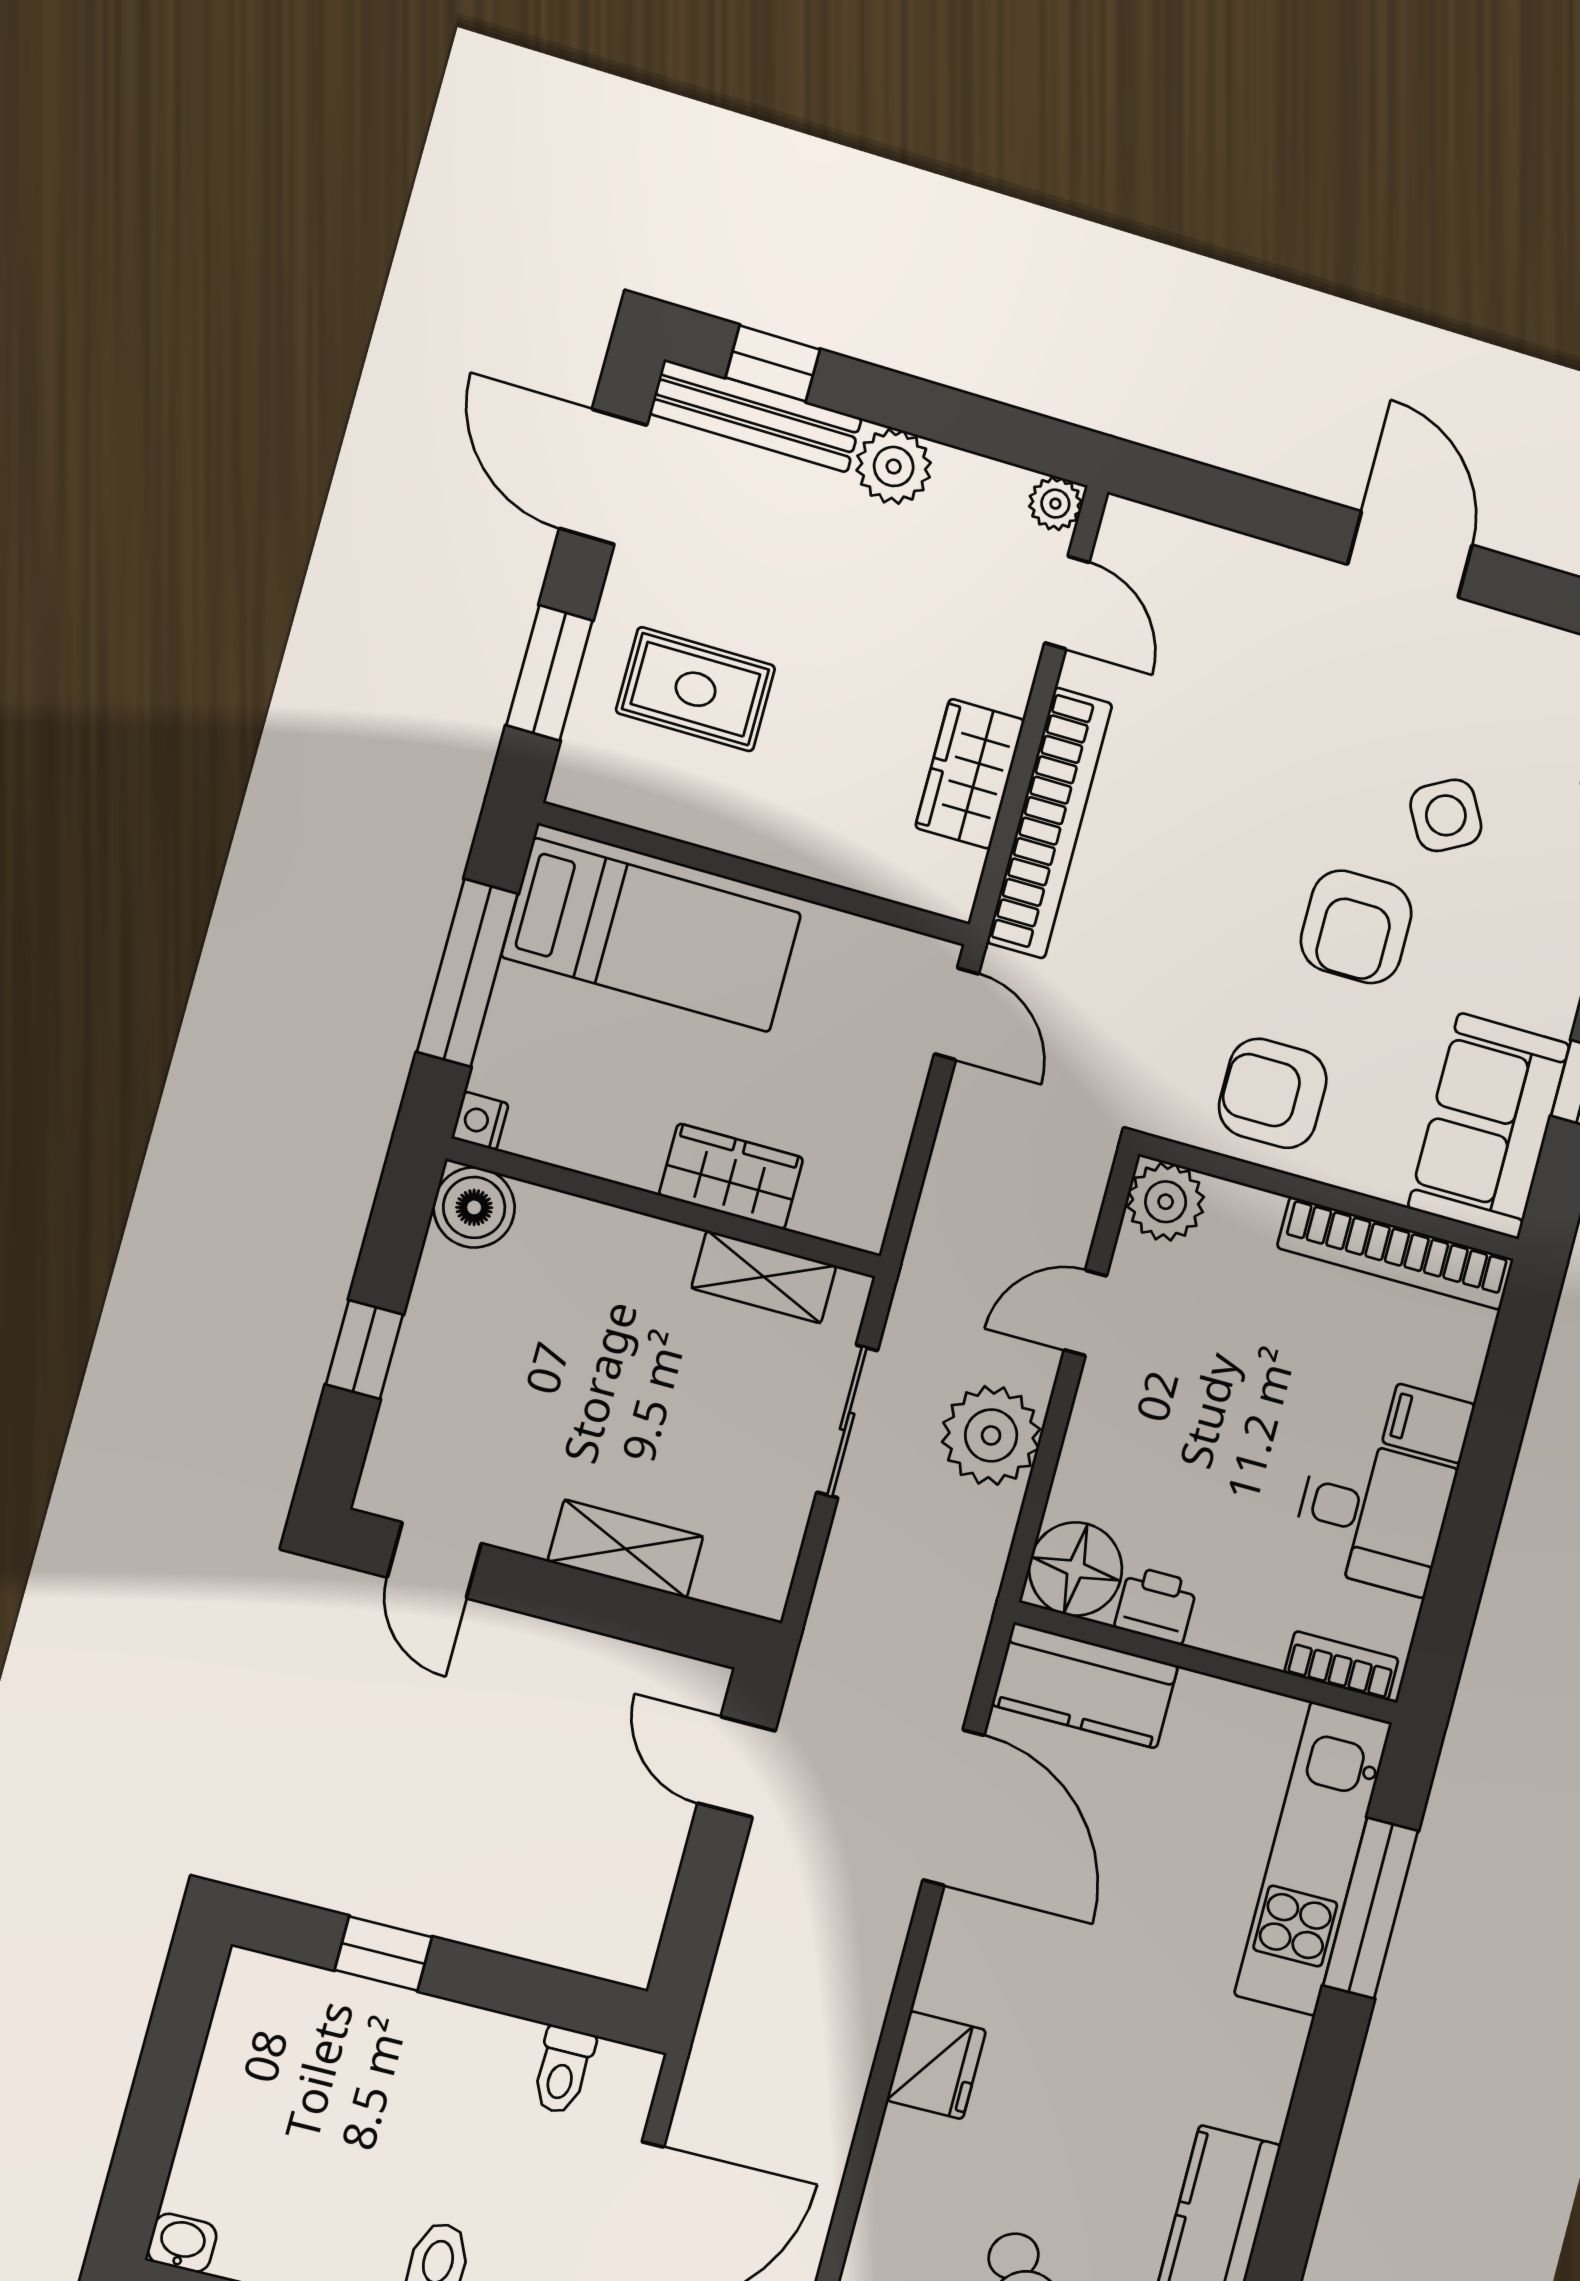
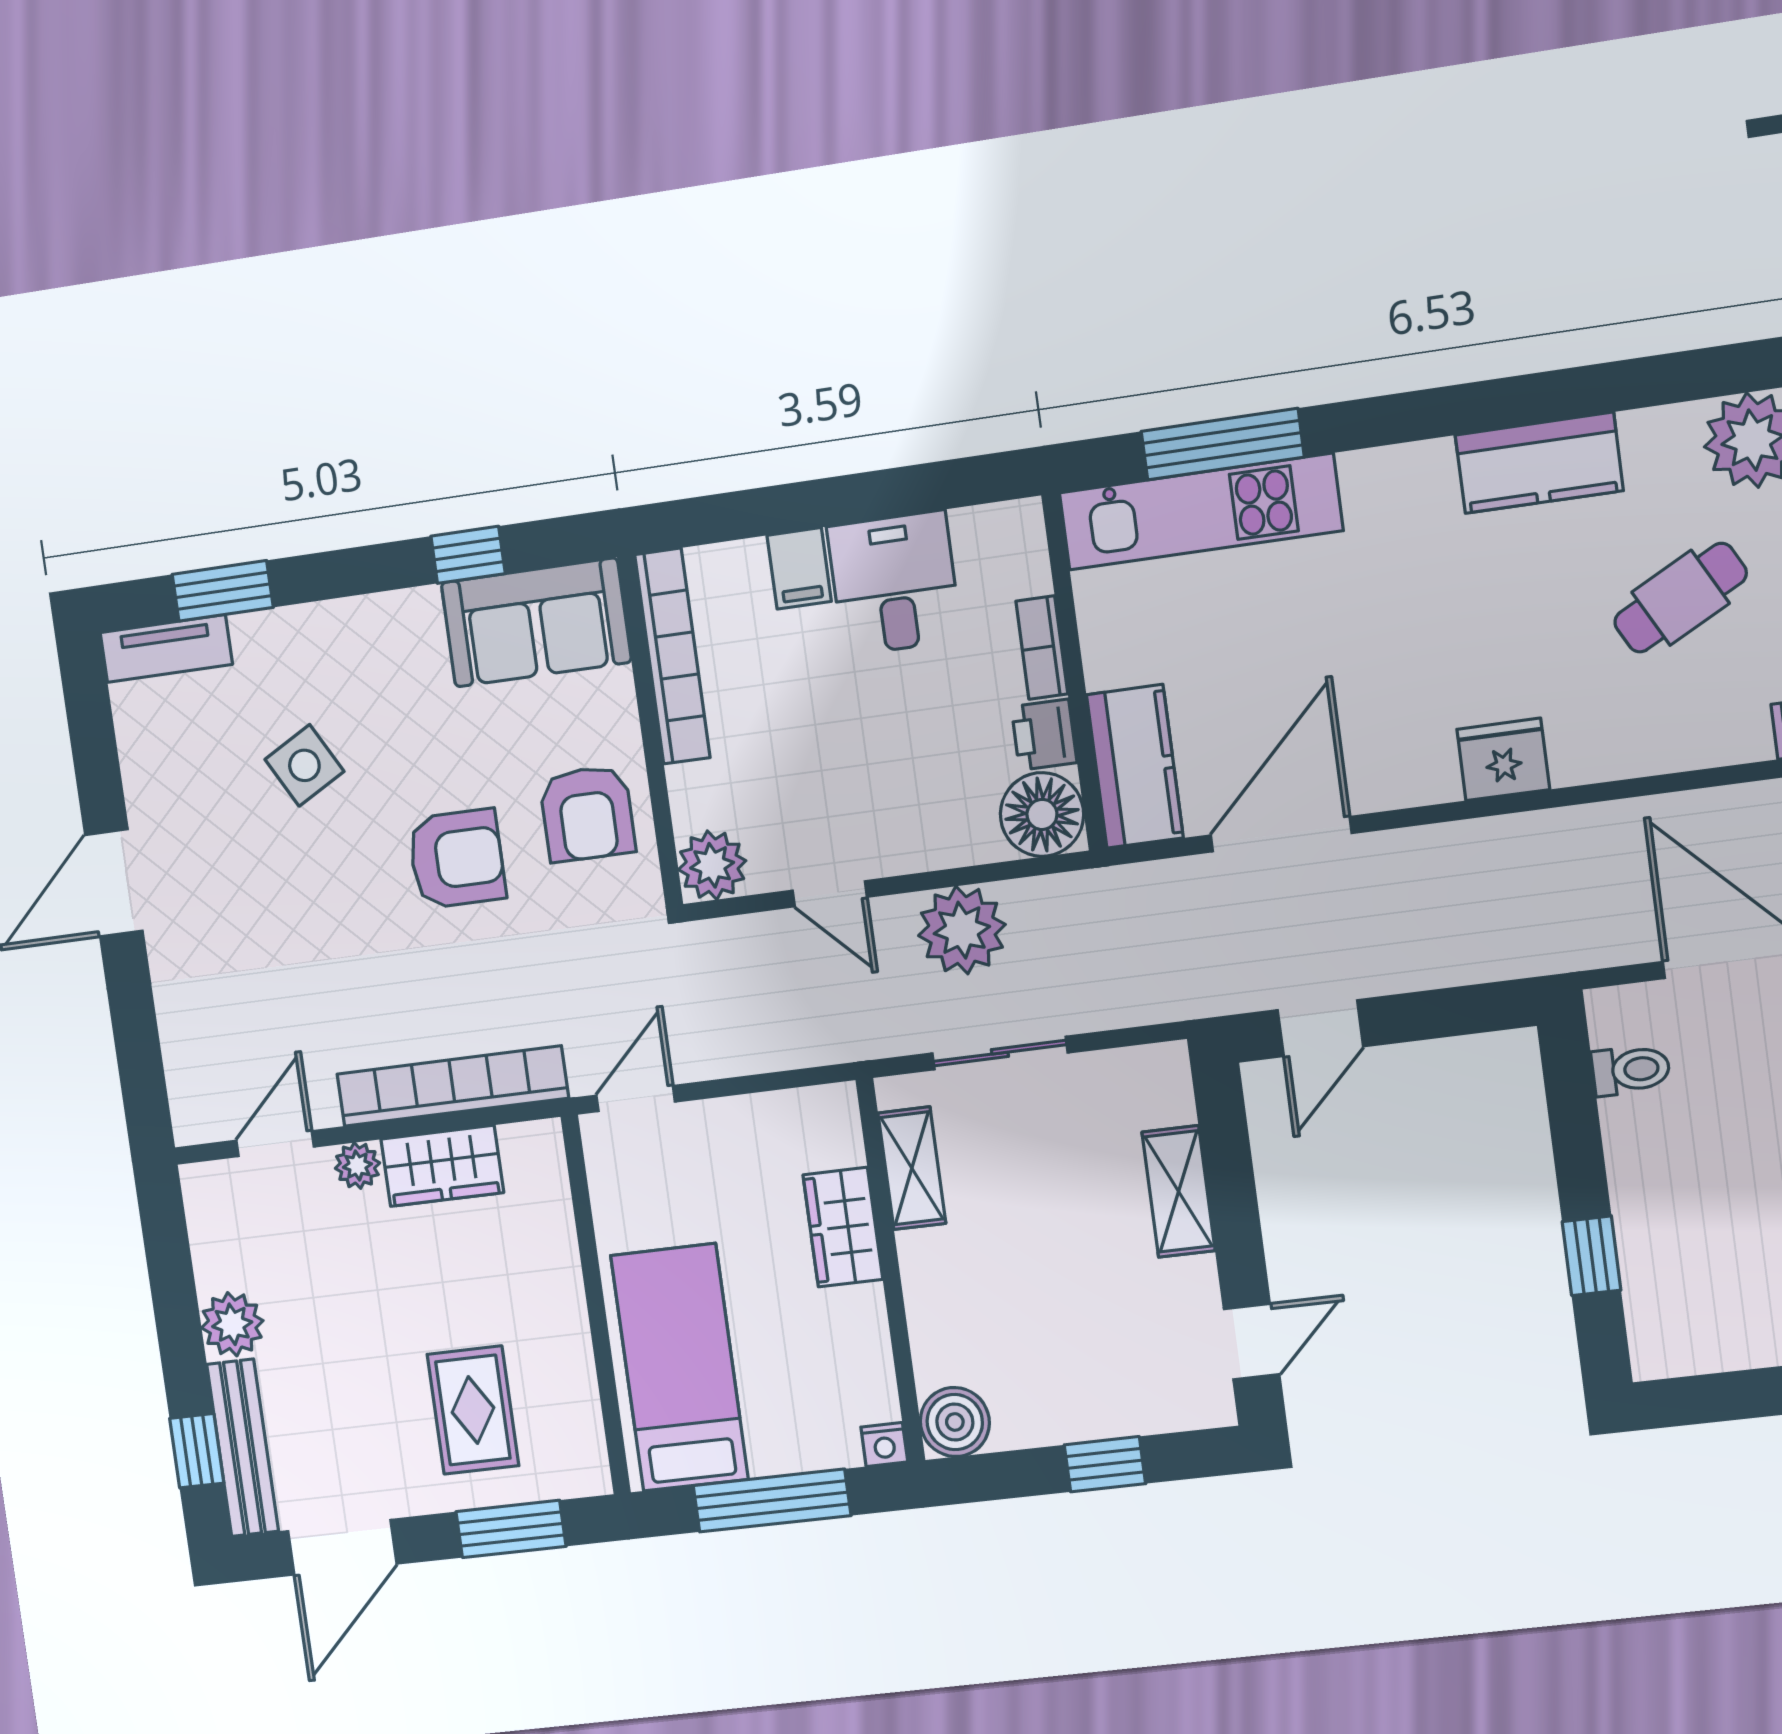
plant: (1055, 504) -> (357, 1166), moved
armchair: (1356, 927) -> (457, 859), moved
bookcase: (1341, 1666) -> (1042, 648), moved

